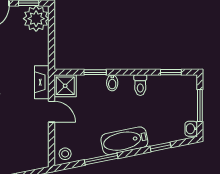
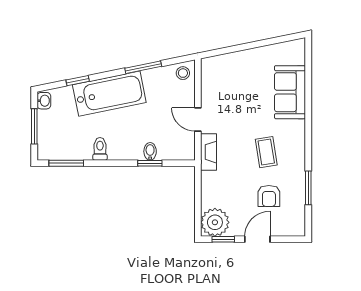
window: (171, 72) -> (66, 163), width x1.50
bidet: (112, 83) -> (150, 151), moved
shower: (65, 86) -> (183, 148), removed
bathtub: (124, 141) -> (109, 94), width x1.36, depth x1.36

